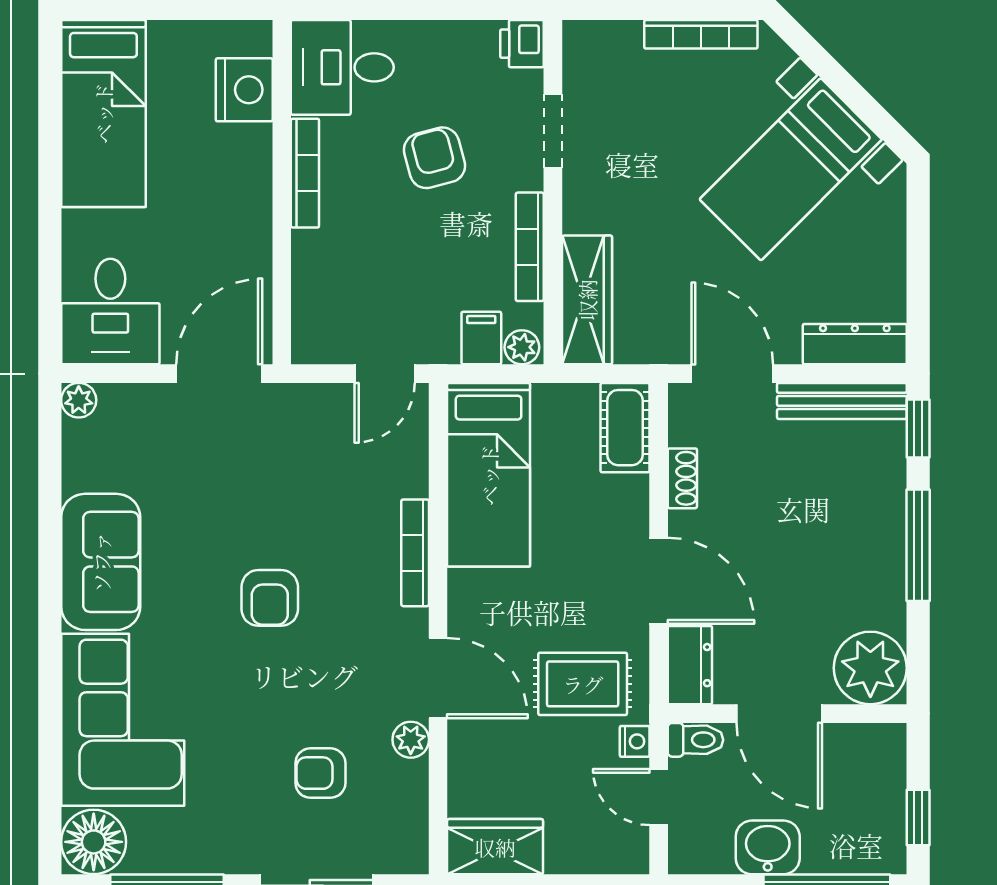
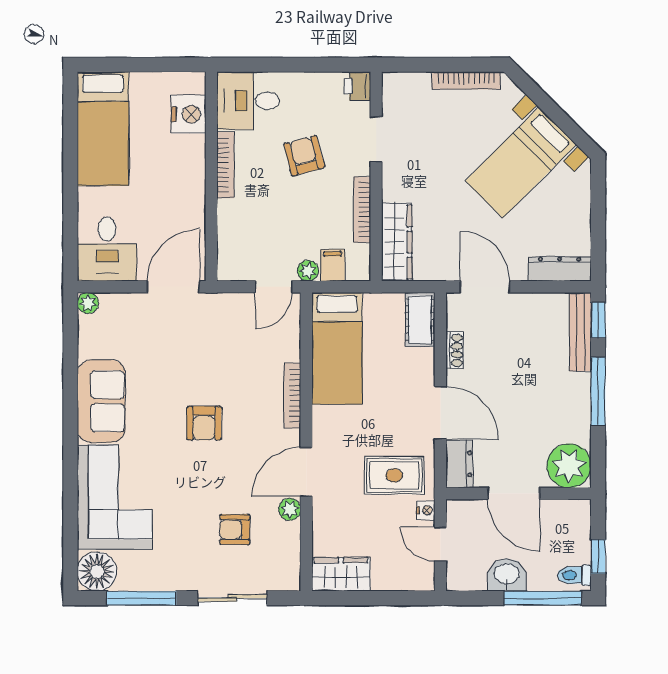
plant: (522, 347) -> (308, 271), moved
bench: (842, 401) -> (580, 332), moved, turned 90
door: (438, 678) -> (306, 472), swing flipped
toilet: (695, 740) -> (574, 575), moved, turned 180

